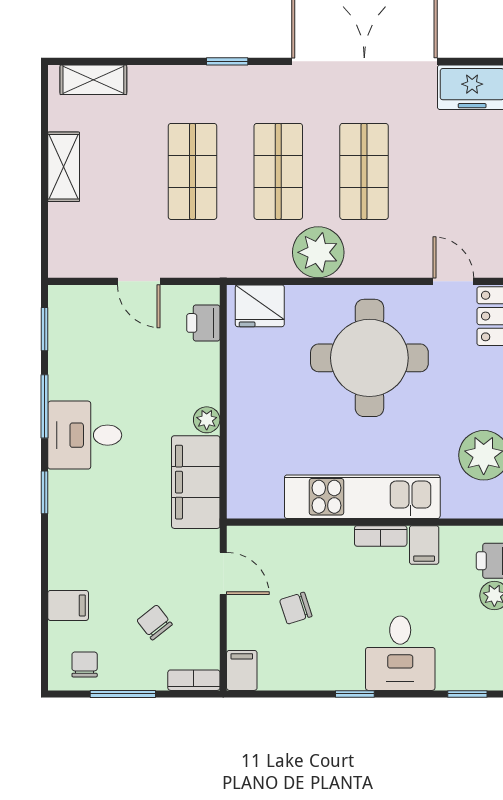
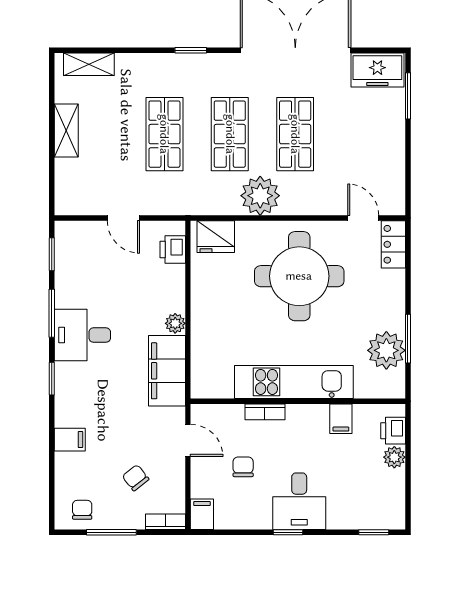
bookcase: (381, 536) -> (265, 412), moved
filing cabinet: (68, 605) -> (70, 440), moved
chair: (296, 608) -> (243, 467), turned 108
desk: (400, 653) -> (299, 501), moved

